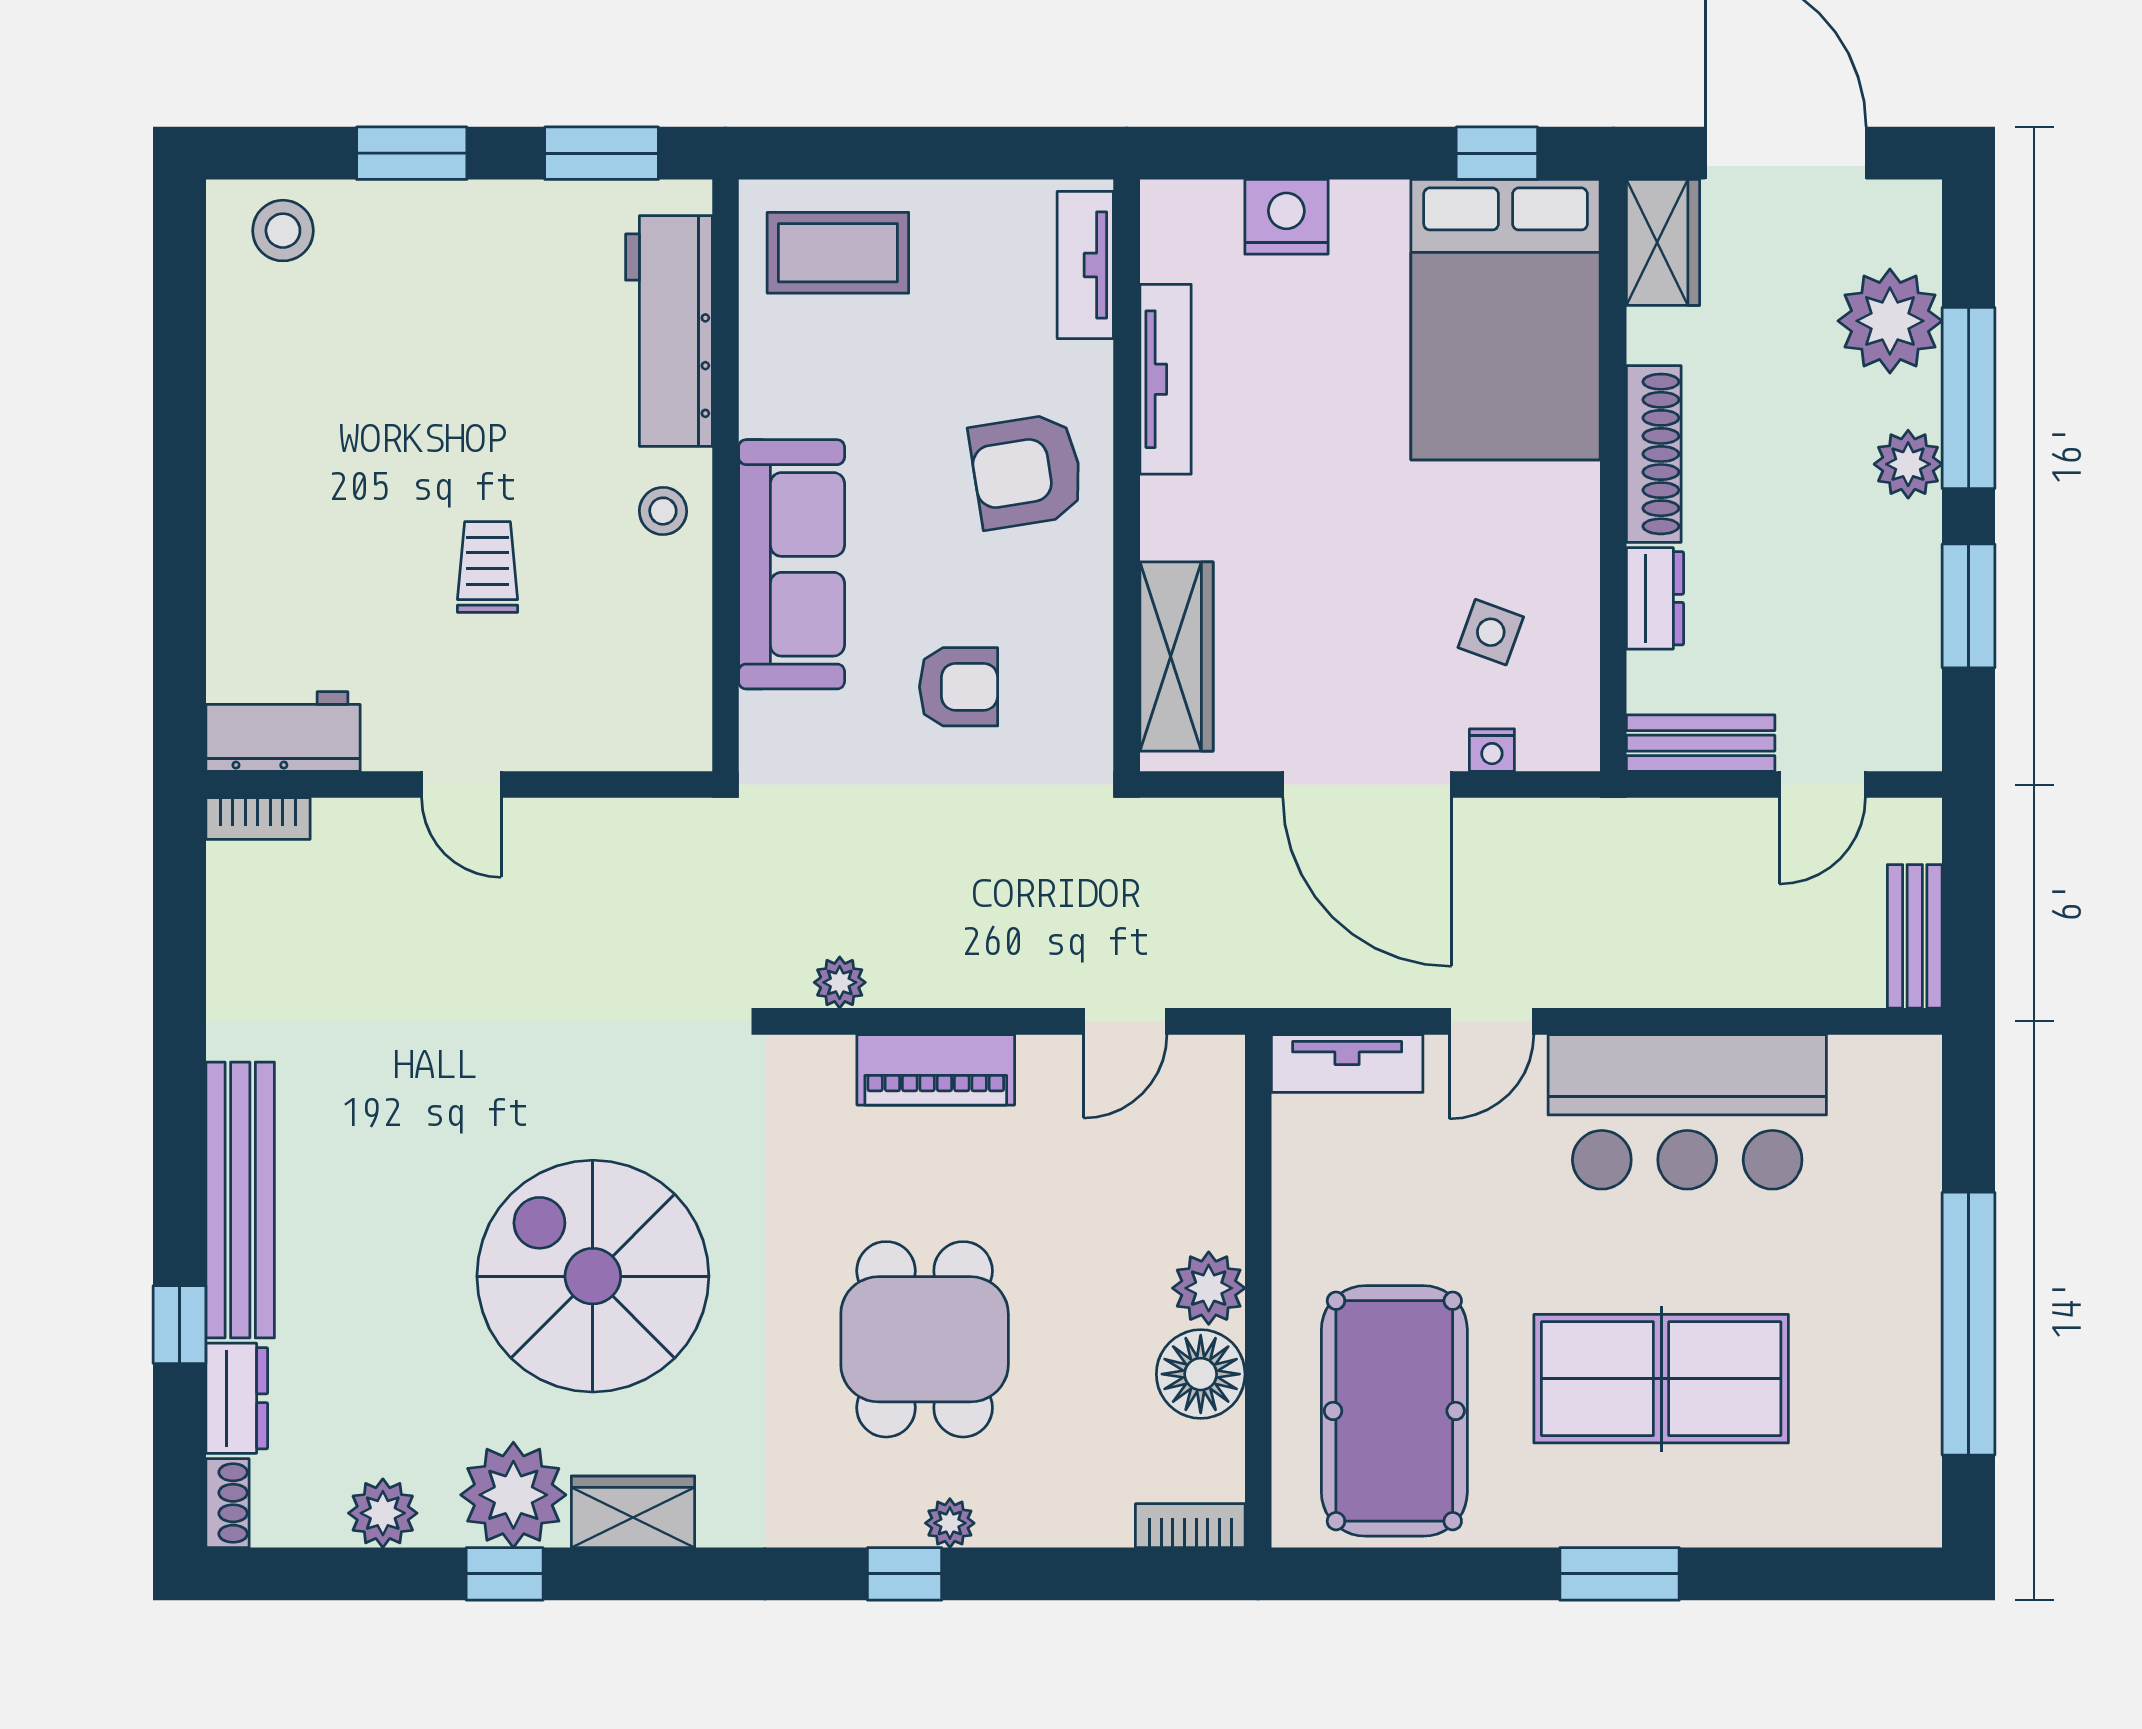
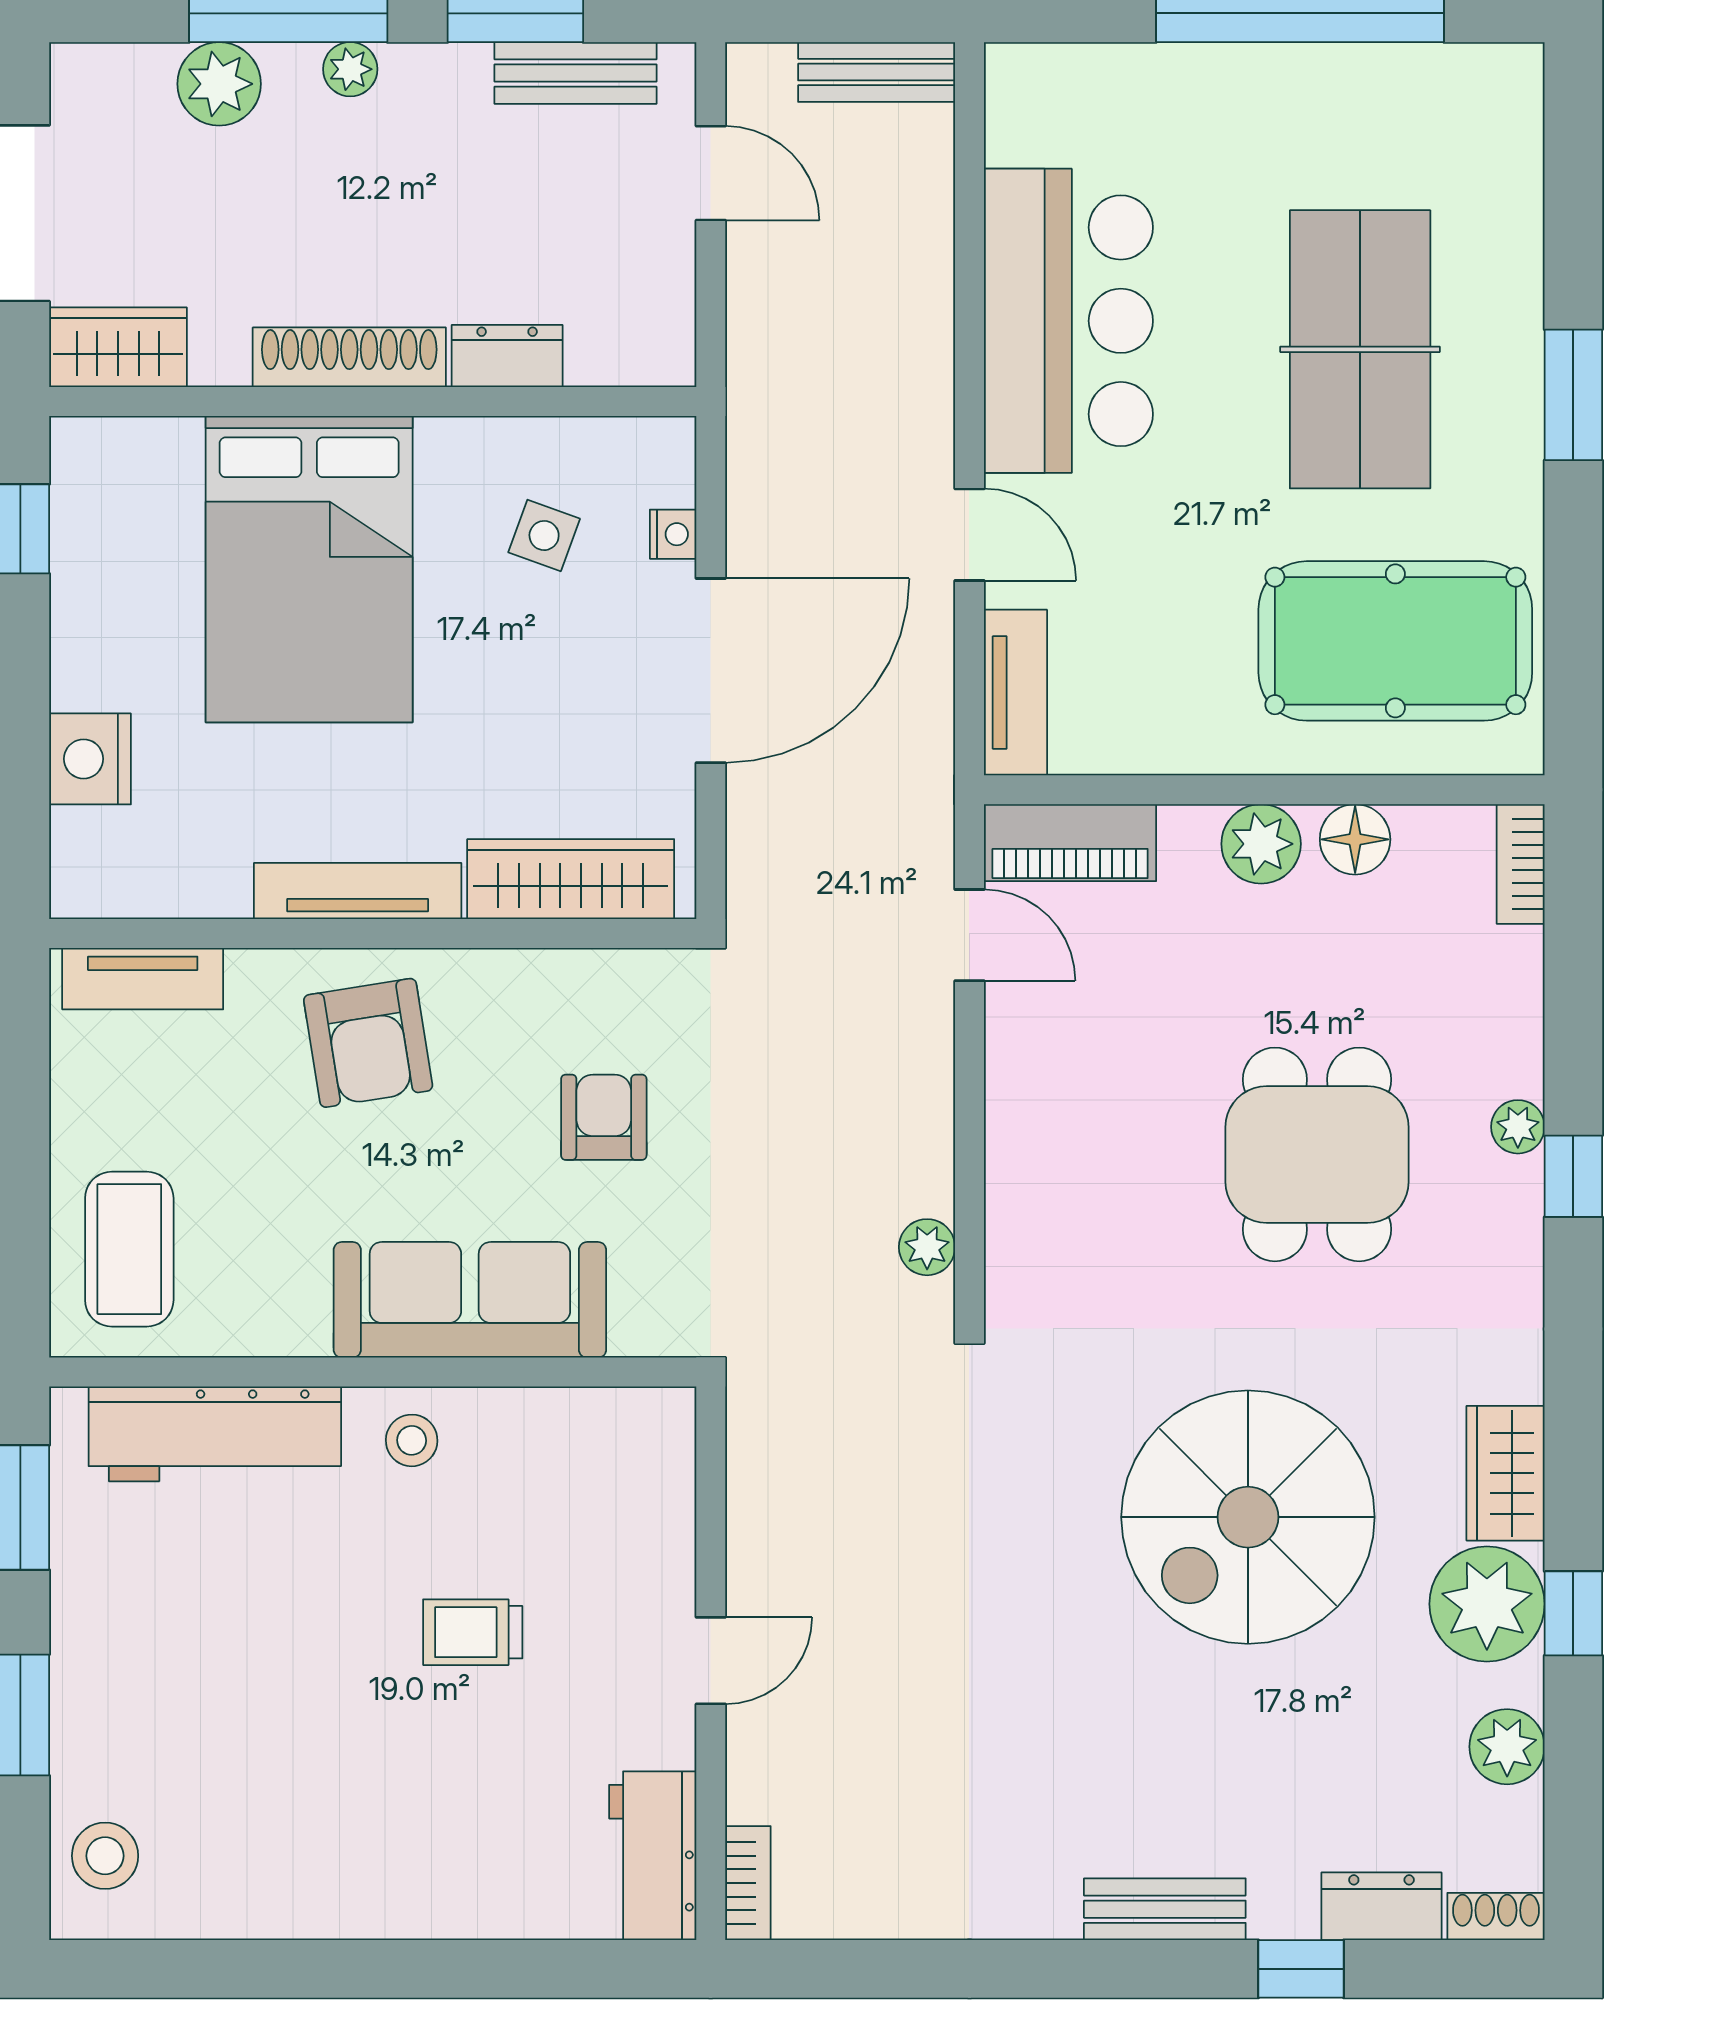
bed: (1506, 320) -> (309, 569), moved, turned 90
plant: (1890, 321) -> (219, 84), width x0.73, depth x0.73
tv unit: (1166, 379) -> (358, 891), moved
plant: (1908, 464) -> (350, 69), width x0.73, depth x0.73
bench: (1701, 743) -> (576, 73), moved, turned 90
piano: (936, 1070) -> (1070, 843), moved, turned 90
bench: (240, 1200) -> (1165, 1909), width x0.54, depth x0.82
dining table: (925, 1339) -> (1317, 1154), turned 90
floor lamp: (1201, 1374) -> (1355, 839), width x0.73, depth x0.73

